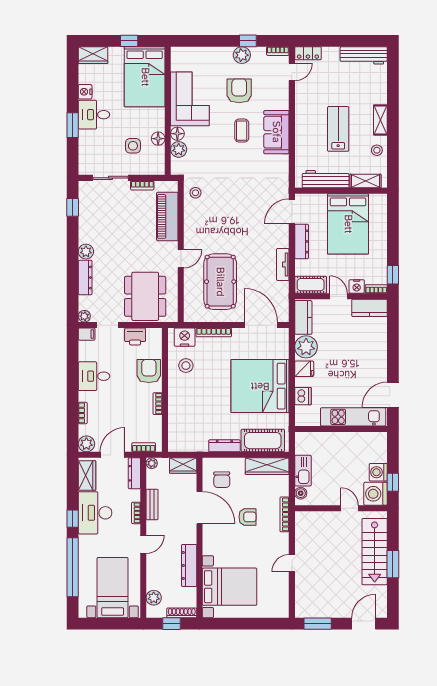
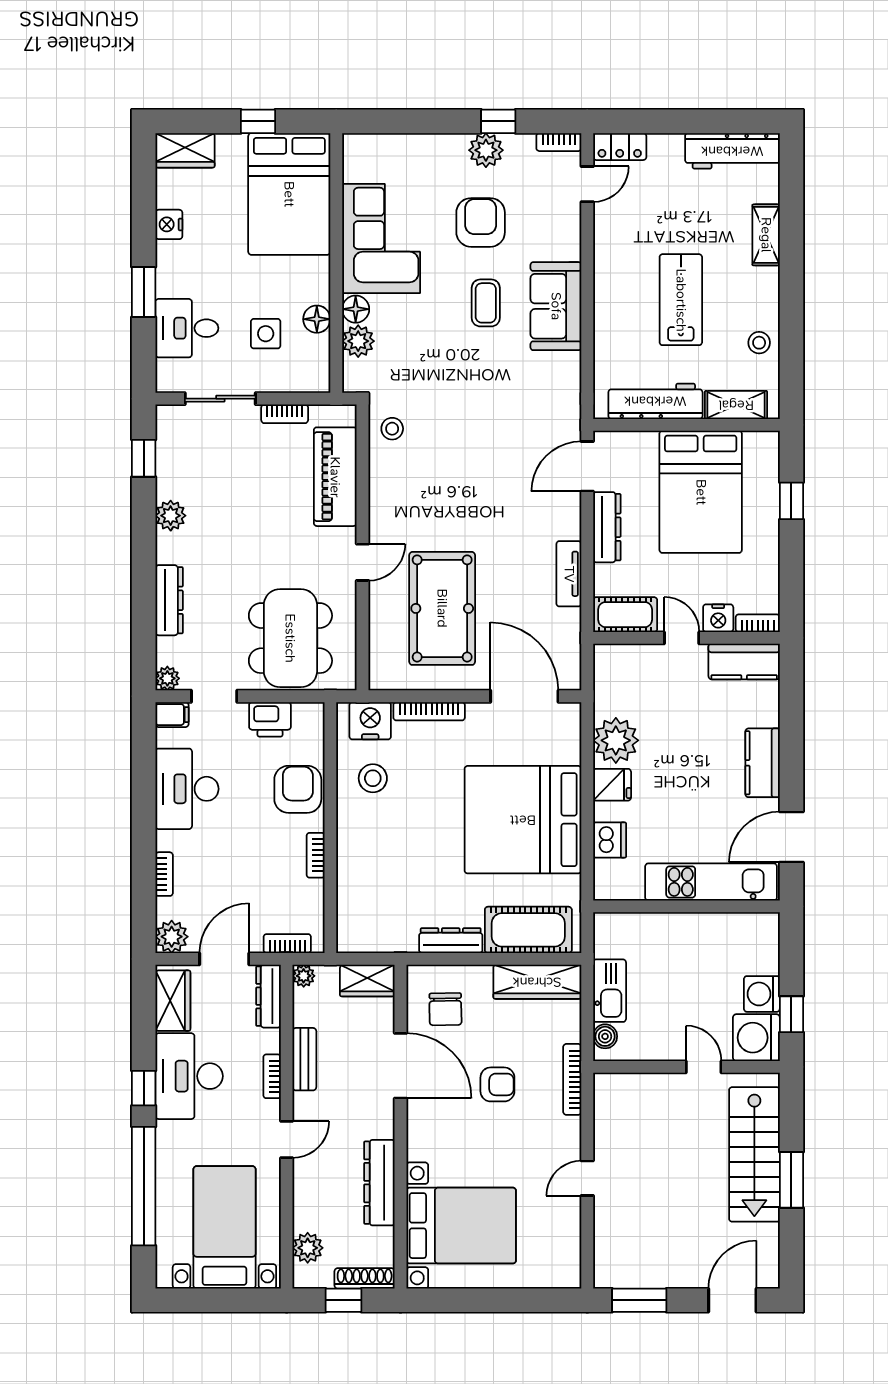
desk: (94, 115) -> (187, 328), moved
shelving: (380, 120) -> (766, 235), moved
plant: (86, 252) -> (171, 516), moved
window: (393, 275) -> (791, 501), moved
kitchen counter: (303, 317) -> (763, 763), moved, turned 180
desk: (94, 376) -> (187, 789), width x1.37

